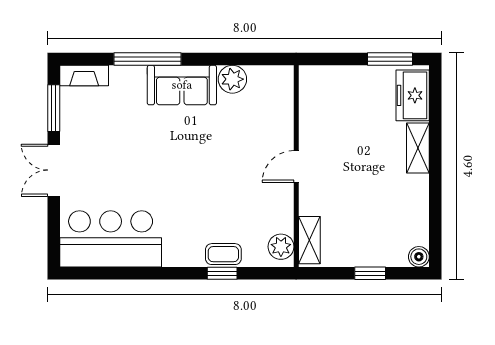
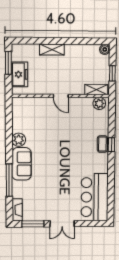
freezer: (413, 95) -> (20, 74), moved, turned -90
wall: (296, 166) -> (61, 96), moved
door: (296, 167) -> (61, 96), moved
shelving: (309, 240) -> (96, 90), moved
plant: (281, 247) -> (99, 103), moved

